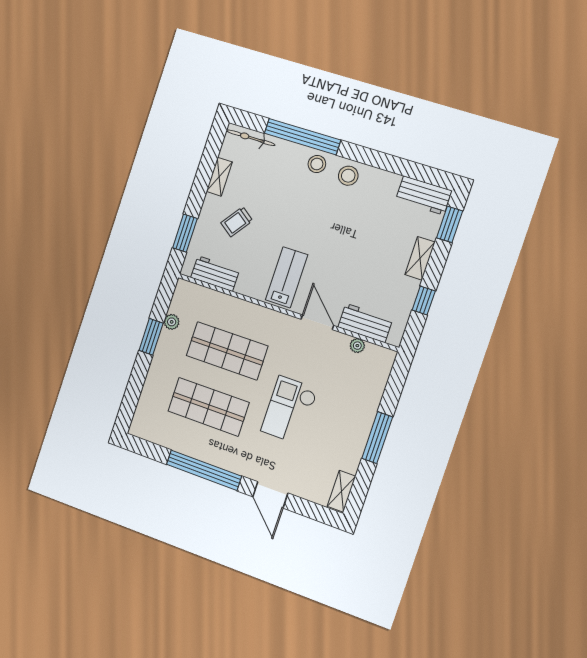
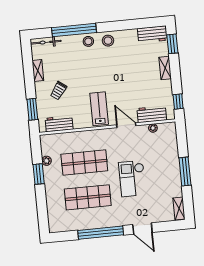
window: (424, 300) -> (178, 101), moved

